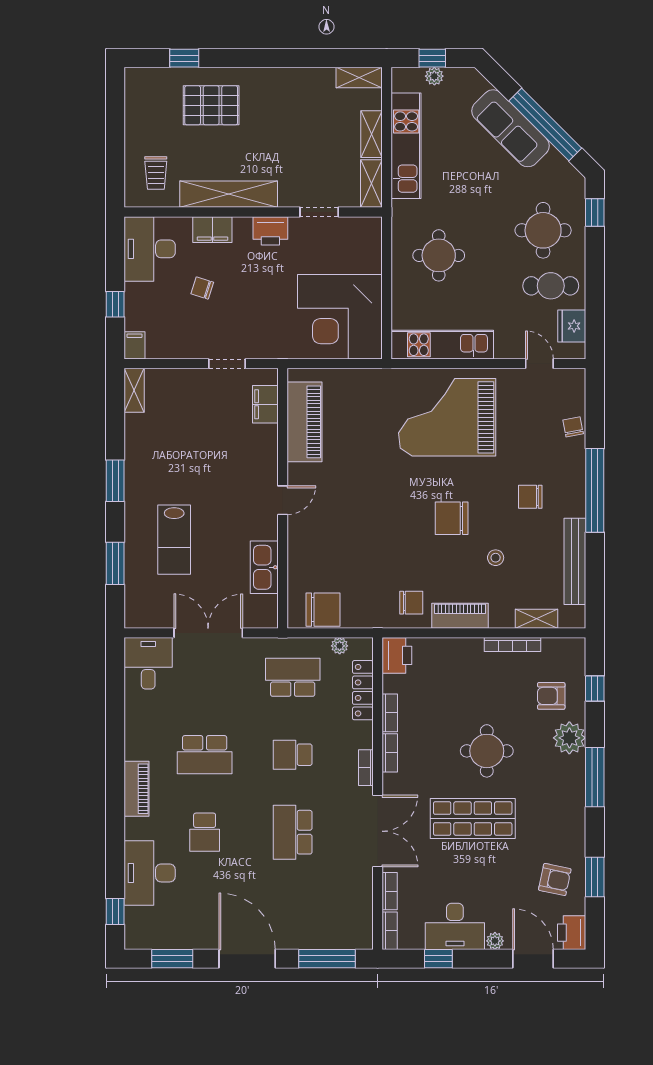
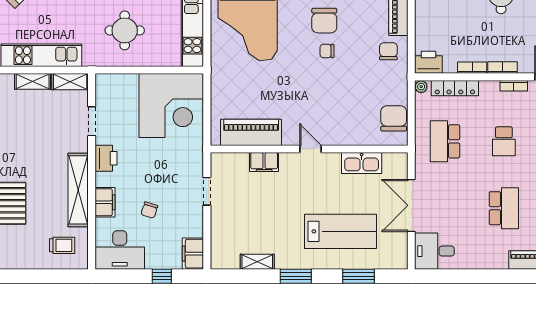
filing cabinet: (135, 345) -> (193, 254), width x2.00
shelving: (134, 390) -> (257, 262), moved
filing cabinet: (265, 404) -> (264, 162), moved
chair: (412, 522) -> (327, 51), added
lab bench: (174, 540) -> (340, 231), width x1.36, depth x1.39
plant: (340, 646) -> (421, 87), moved

